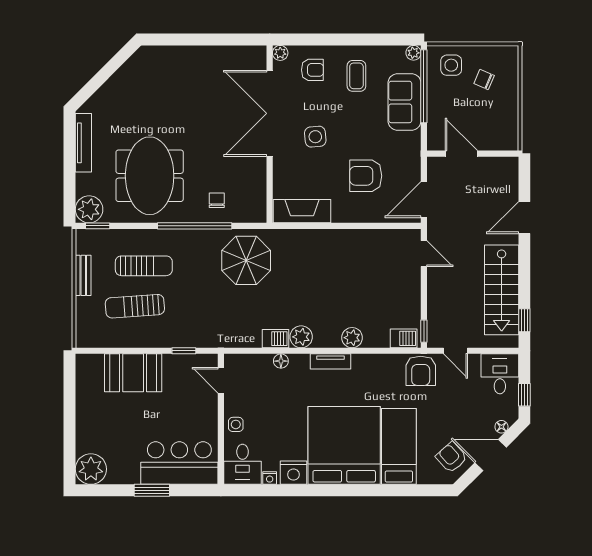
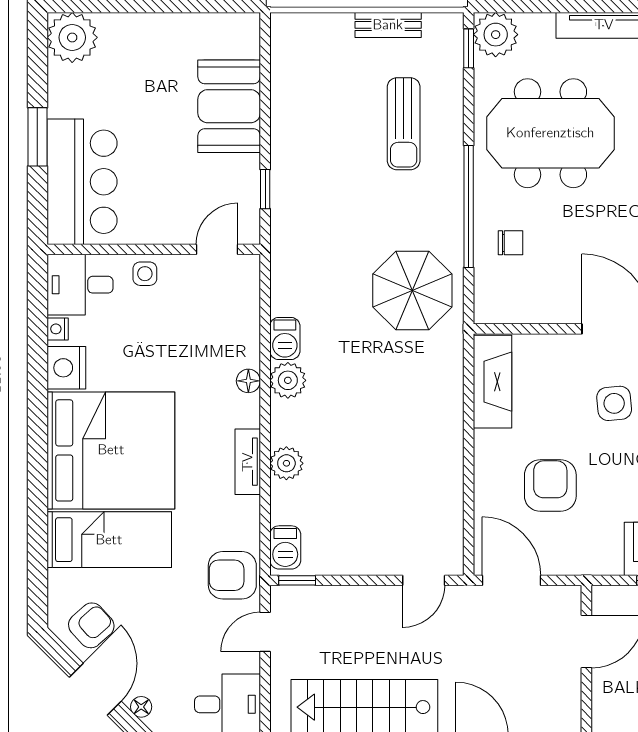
sun lounger: (135, 306) -> (338, 109), removed
floor lamp: (281, 361) -> (248, 381), moved
tv unit: (331, 361) -> (248, 462), moved

